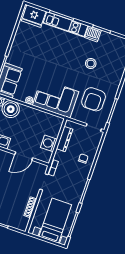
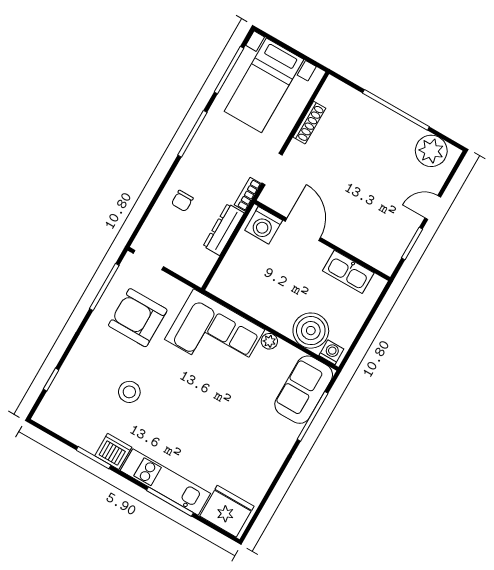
armchair: (94, 99) -> (138, 318), turned -90
dresser: (65, 139) -> (224, 229), moved
washing machine: (49, 143) -> (264, 225), moved, turned 90
door: (24, 156) -> (303, 229), hinge flipped

